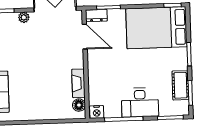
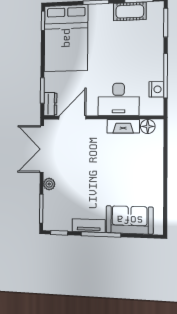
desk: (140, 102) -> (118, 99), moved, turned 90
nightstand: (97, 112) -> (156, 89), moved

